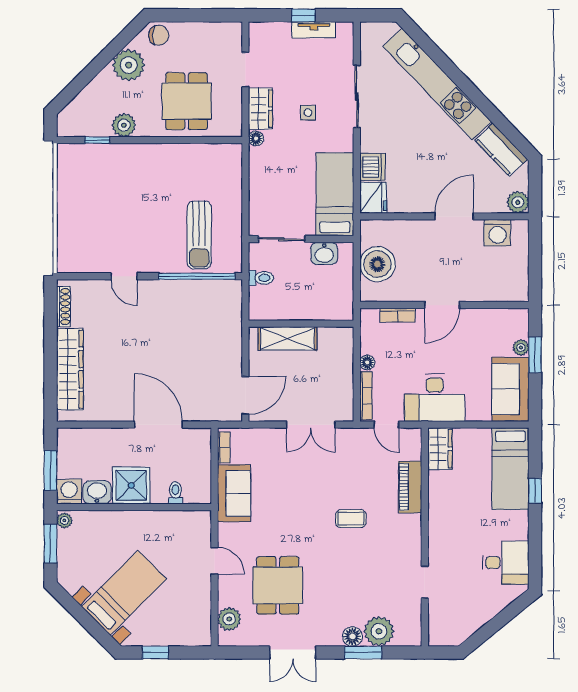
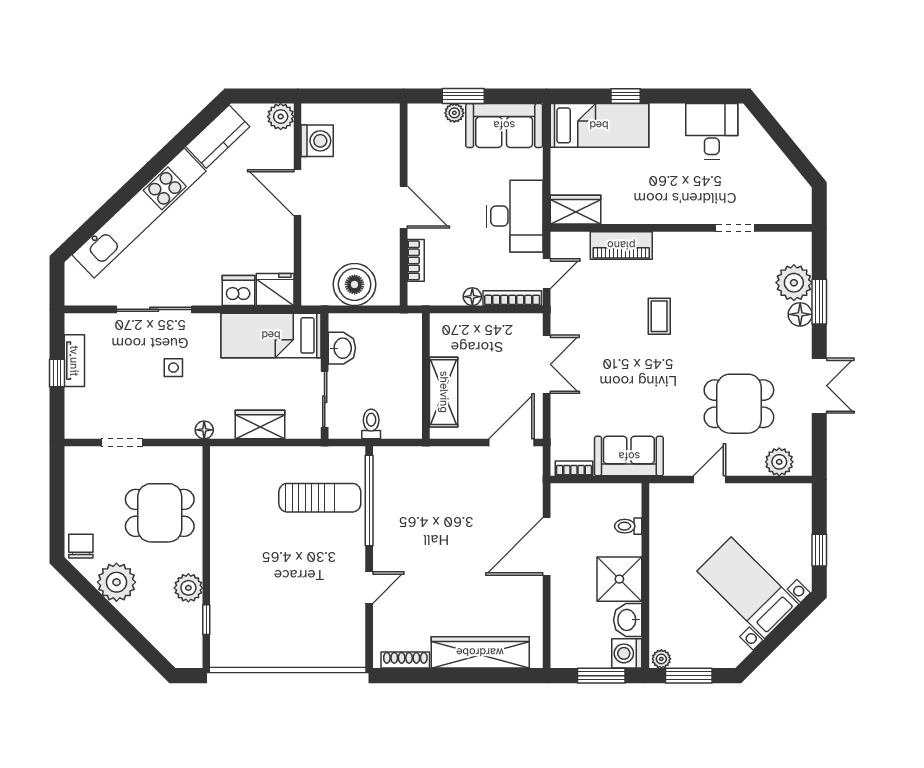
wardrobe: (260, 109) -> (260, 424), moved
door: (245, 395) -> (511, 443), hinge flipped

